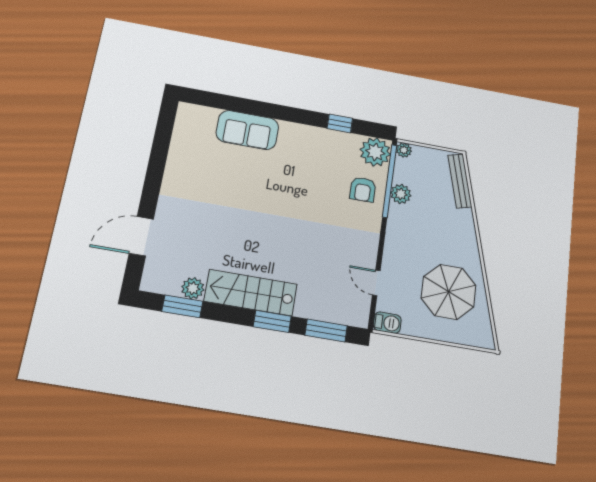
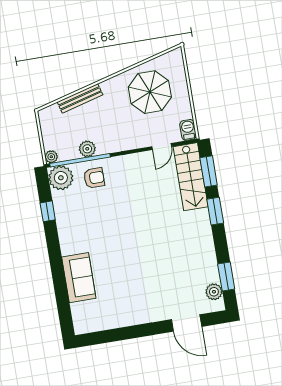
bench: (460, 181) -> (80, 98), moved
plant: (193, 288) -> (214, 292), moved
stairs: (251, 293) -> (191, 177), moved

